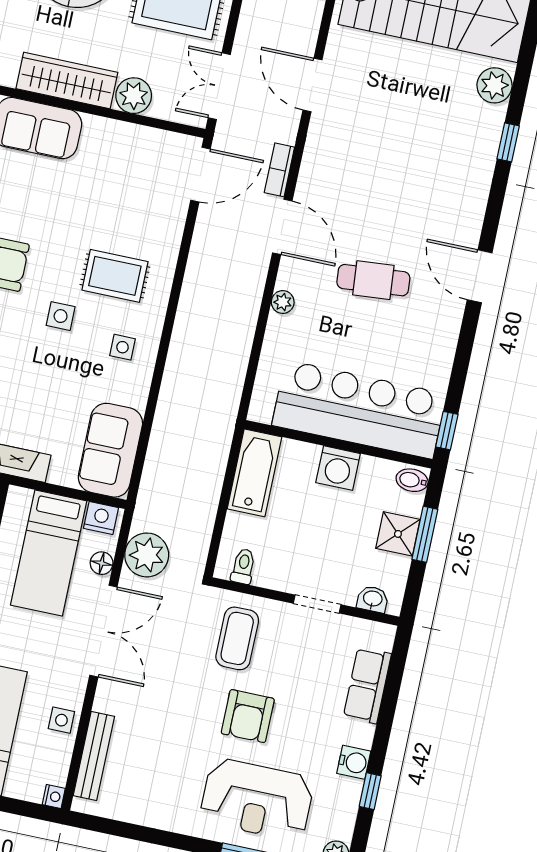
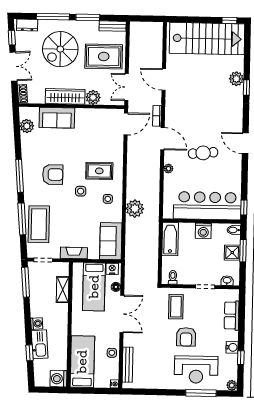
plant: (495, 85) -> (236, 79), moved
plant: (147, 555) -> (135, 209), moved

